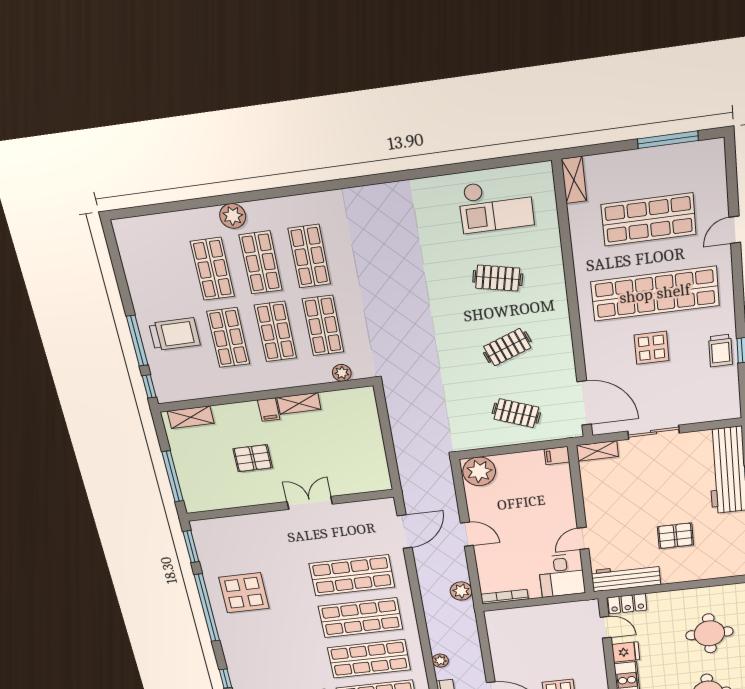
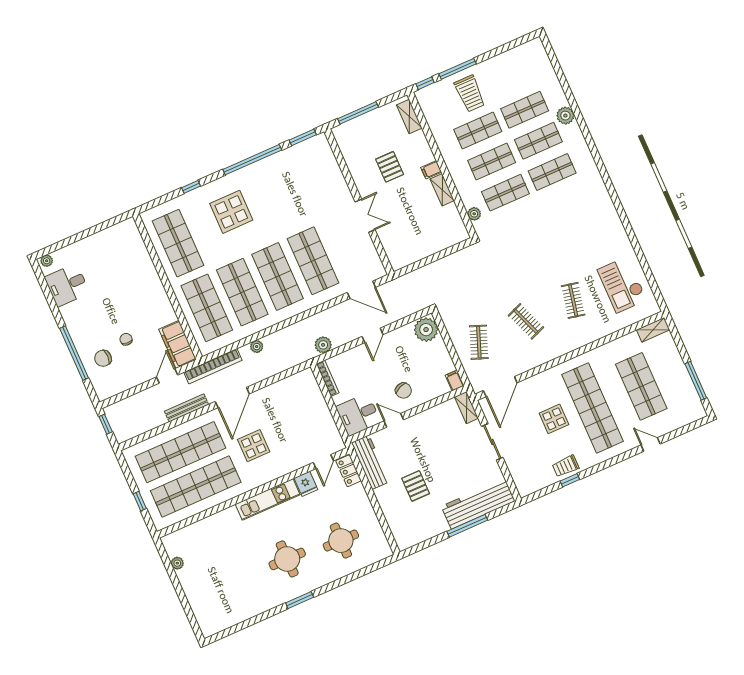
chair: (549, 518) -> (403, 391), added
display table: (244, 593) -> (231, 212), moved

